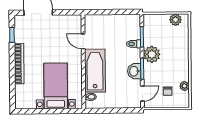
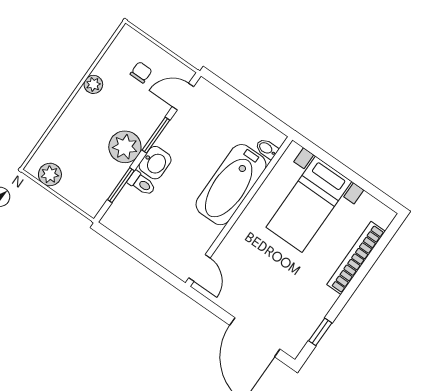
door: (83, 41) -> (200, 268), moved
bookcase: (19, 64) -> (356, 258), moved
washbasin: (134, 71) -> (155, 163), moved
plant: (184, 86) -> (93, 84), moved

